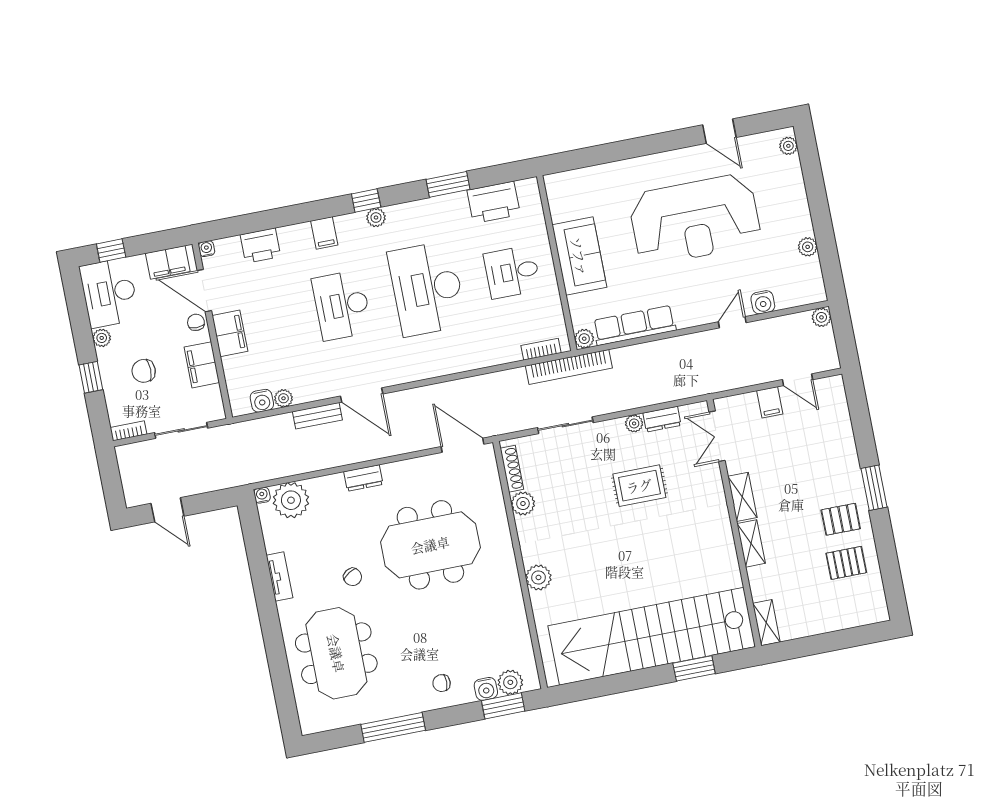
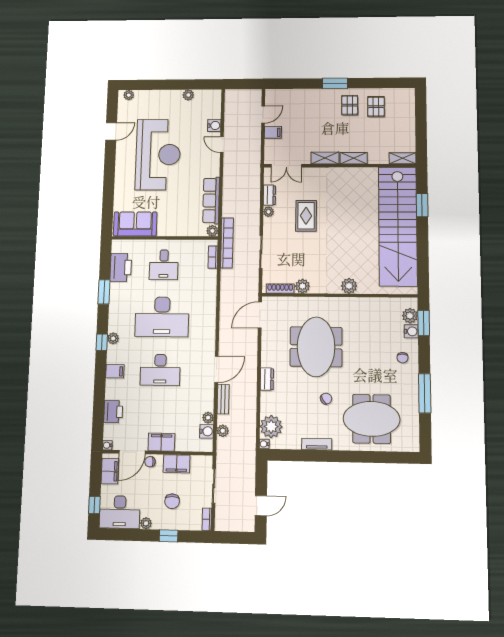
sofa: (579, 256) -> (135, 224), moved
plant: (821, 317) -> (223, 431), moved

